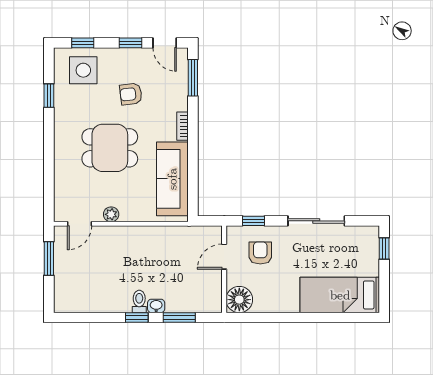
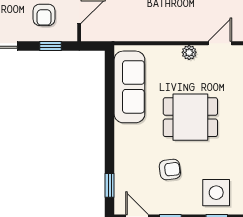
window: (193, 78) -> (110, 185), width x0.67
bookcase: (182, 126) -> (120, 138), removed

